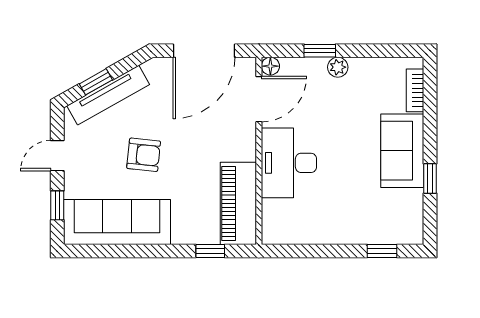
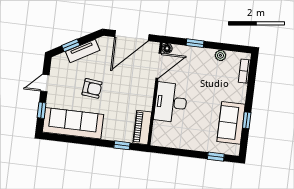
plant: (338, 67) -> (220, 55), moved
tv unit: (108, 95) -> (83, 51), width x0.71
sofa: (402, 151) -> (231, 123), moved
piano: (238, 203) -> (142, 128), width x0.73, depth x0.75

